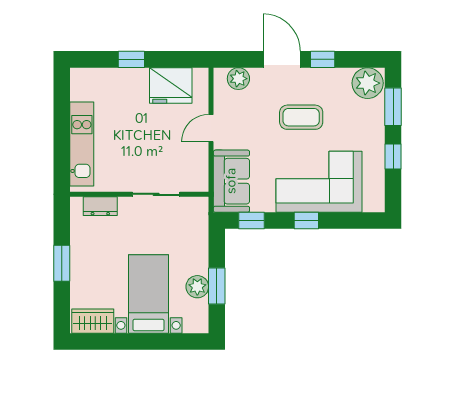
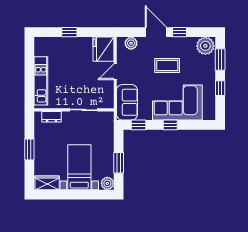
fridge: (171, 86) -> (103, 49), moved, turned 90
plant: (197, 287) -> (107, 183), moved

